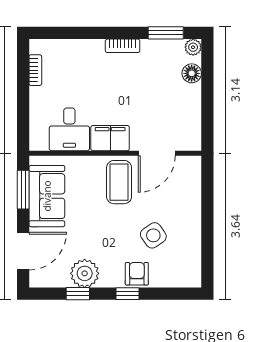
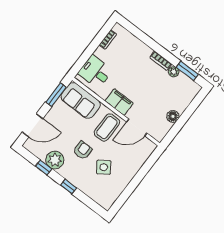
plant: (193, 47) -> (174, 72), moved
floor lamp: (192, 73) -> (173, 116), moved
desk: (69, 129) -> (95, 72), moved, turned 90
sofa: (47, 196) -> (81, 101), moved, turned 90
armchair: (137, 274) -> (83, 150), moved

